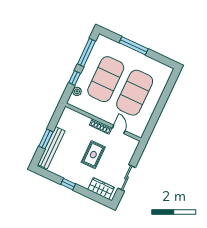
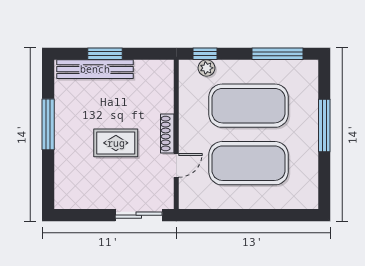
window: (75, 78) -> (205, 54), moved
sliding door: (127, 178) -> (139, 215), moved
window: (68, 184) -> (48, 124), width x2.17
wardrobe: (101, 189) -> (66, 182), removed

